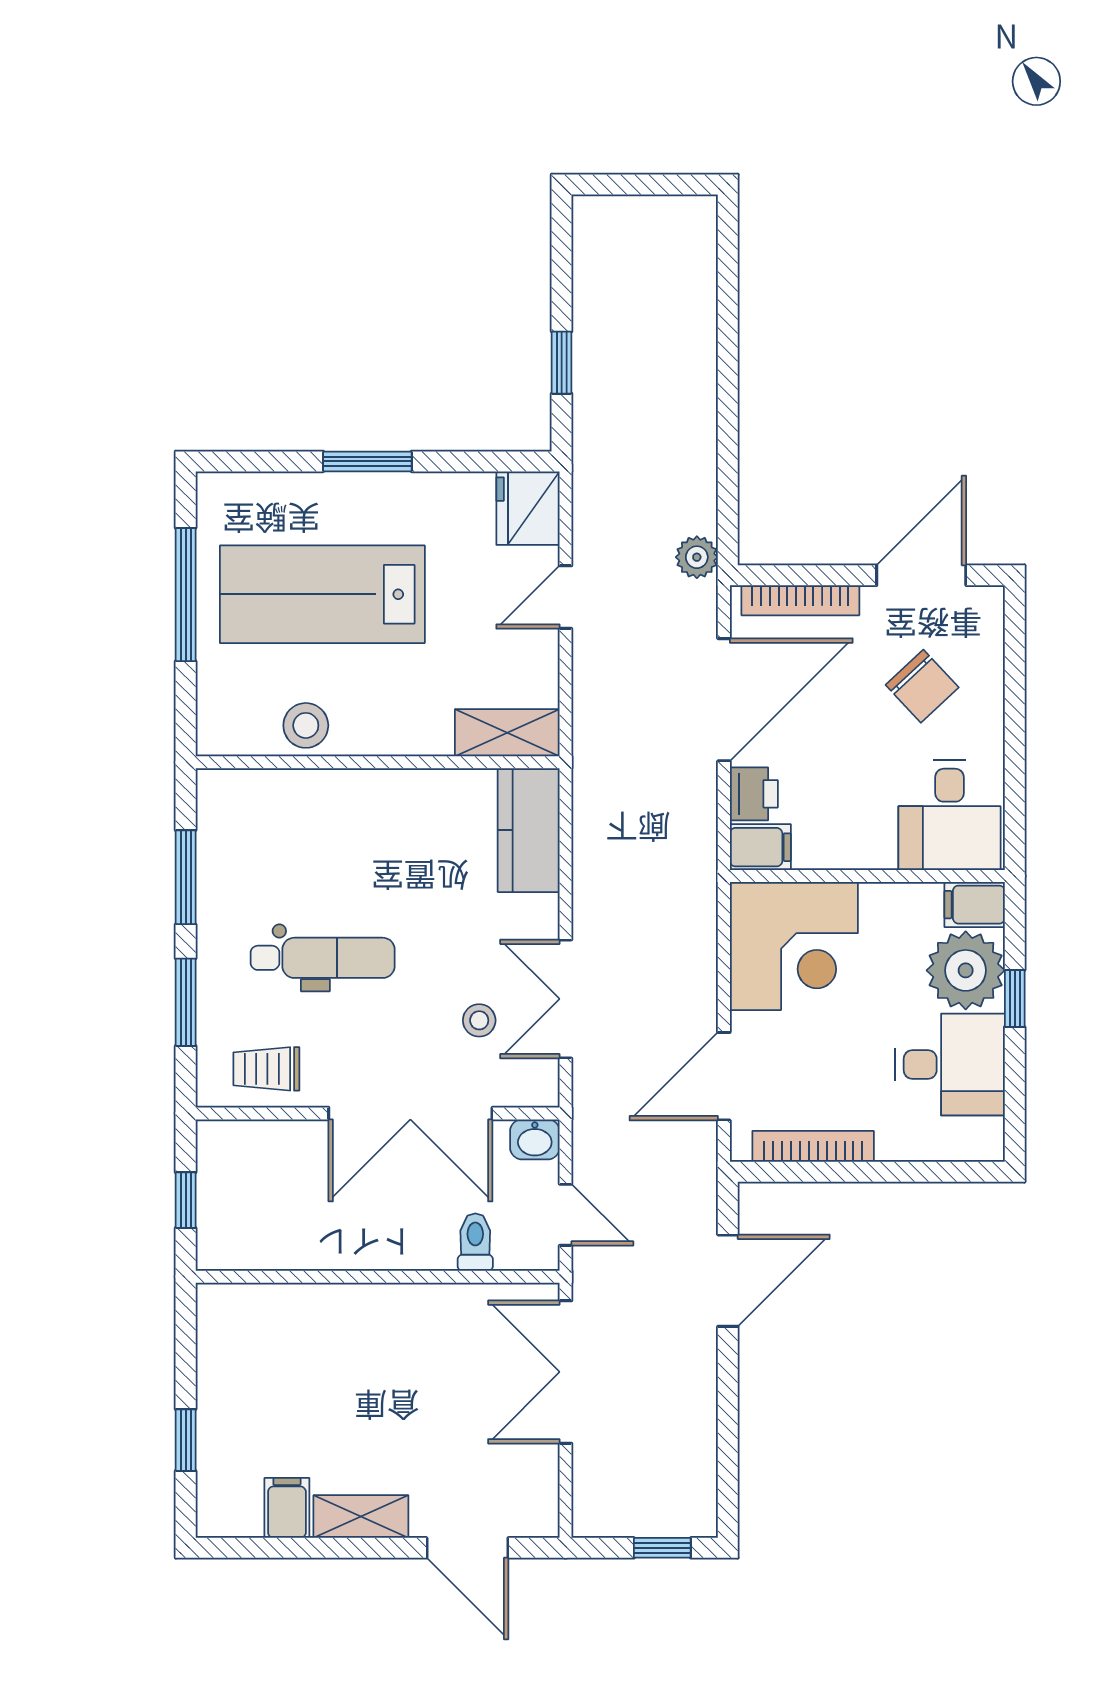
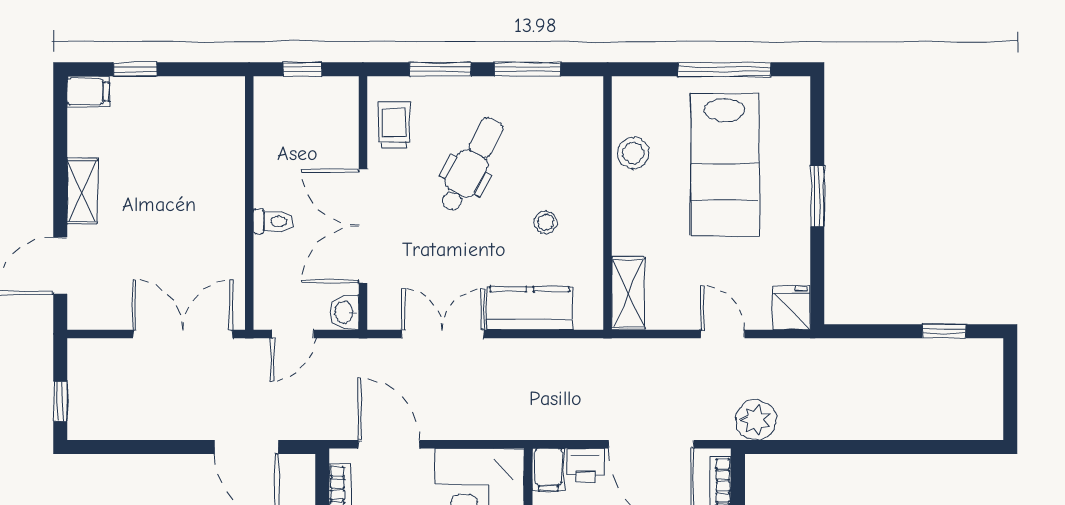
window: (562, 363) -> (944, 331), moved
fridge: (528, 508) -> (792, 308), width x0.72
plant: (697, 557) -> (756, 420), width x1.38, depth x1.38
lab bench: (322, 594) -> (725, 164), turned 180
kitchen counter: (529, 830) -> (530, 308), moved
dental chair: (323, 958) -> (471, 165), turned -152
stool: (479, 1020) -> (546, 222), moved
toilet: (475, 1242) -> (273, 221), moved
filing cabinet: (287, 1508) -> (88, 92), moved

